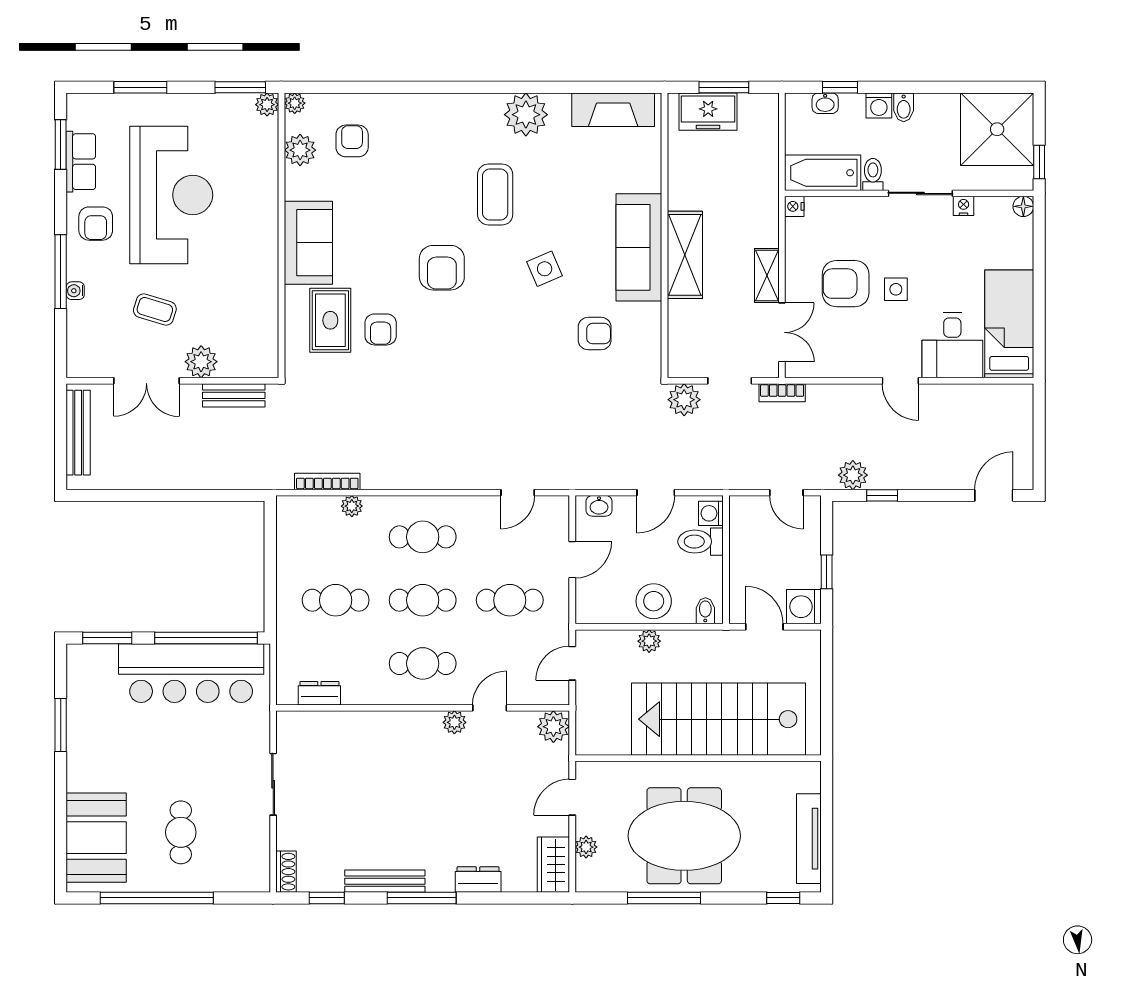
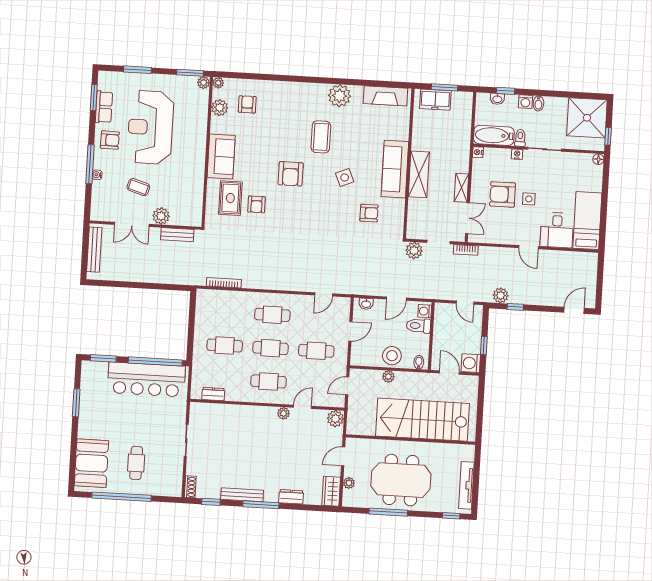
reception desk: (171, 195) -> (150, 127), turned 180
nightstand: (964, 206) -> (517, 154), moved
armchair: (96, 224) -> (110, 140), turned -89
plant: (352, 506) -> (236, 296), removed

